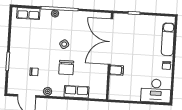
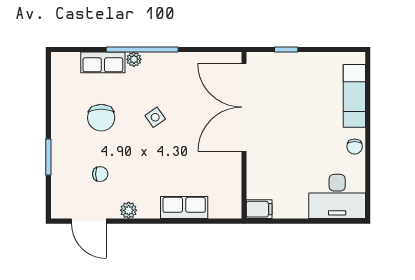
row of seats: (28, 13) -> (103, 62), moved
chair: (66, 68) -> (101, 118), moved
filing cabinet: (117, 70) -> (259, 209), moved

